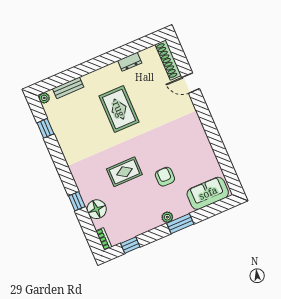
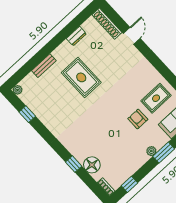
door: (191, 83) -> (132, 36), swing flipped
bench: (68, 88) -> (44, 66), moved
rug: (124, 172) -> (156, 98), moved

